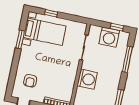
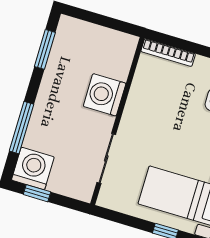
washing machine: (109, 37) -> (33, 168), moved

